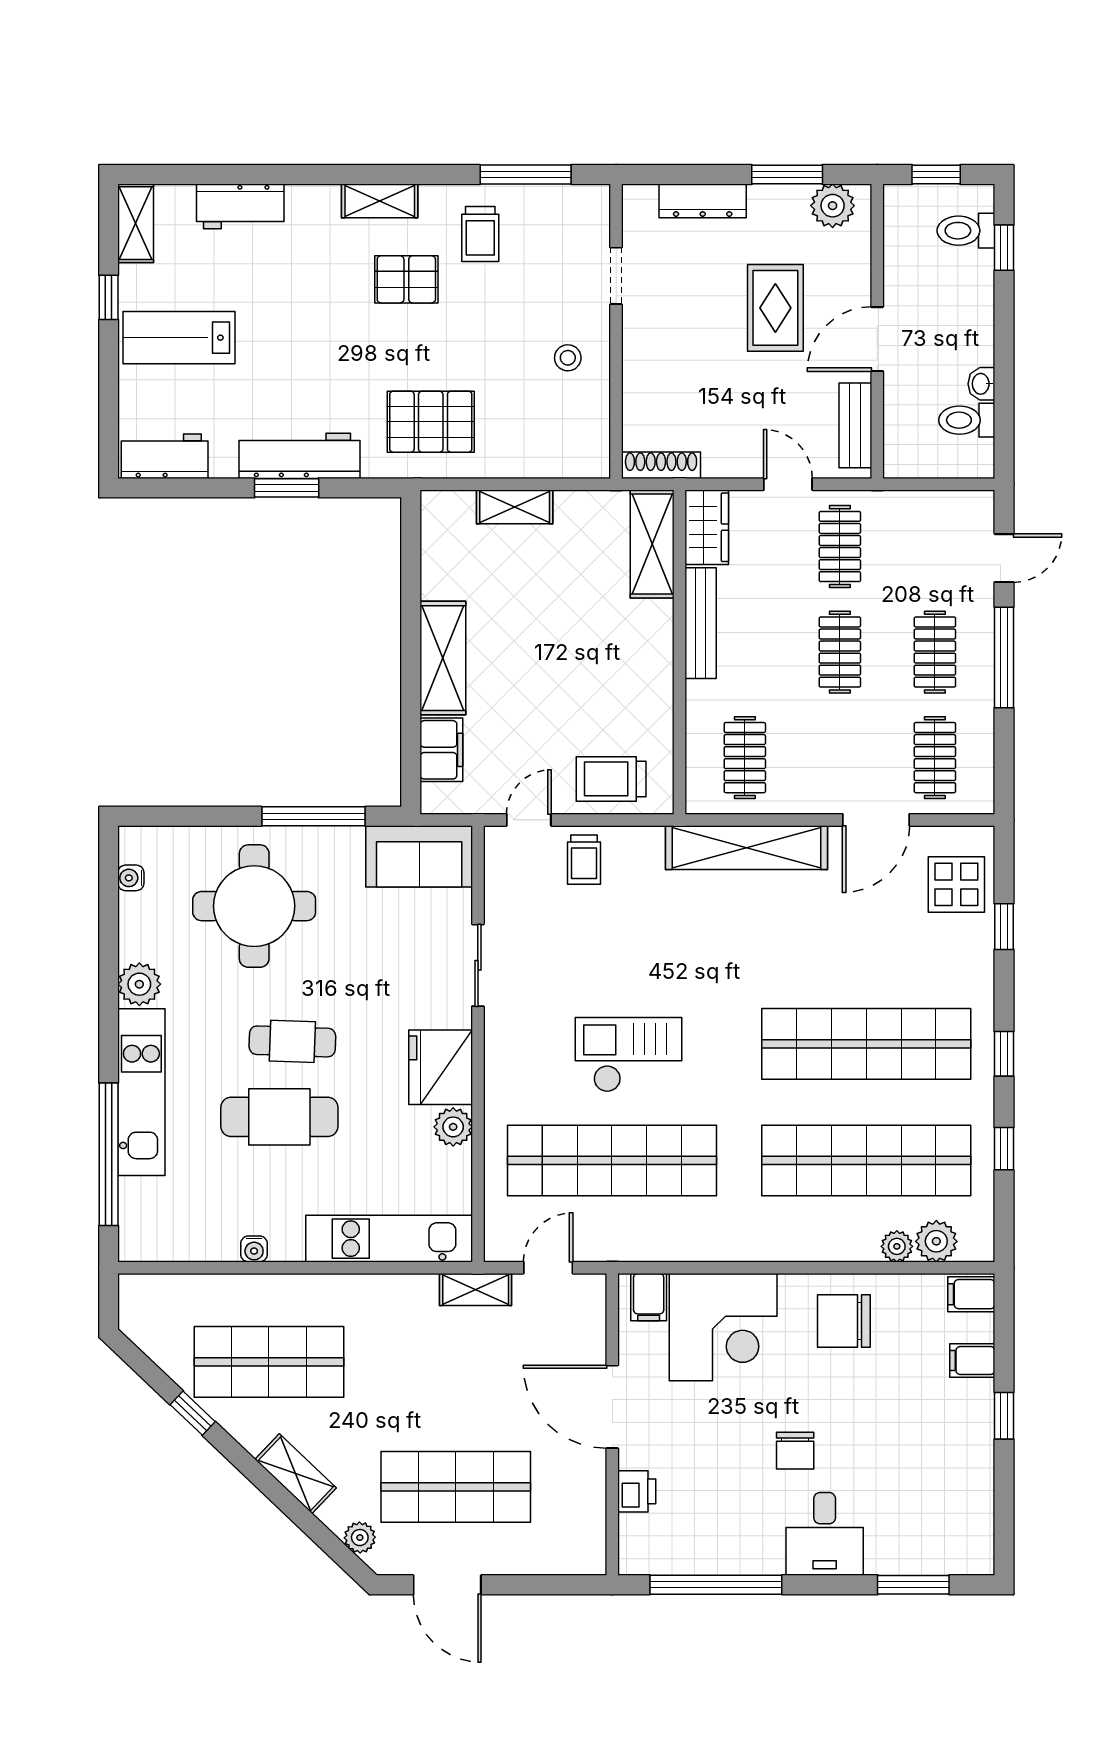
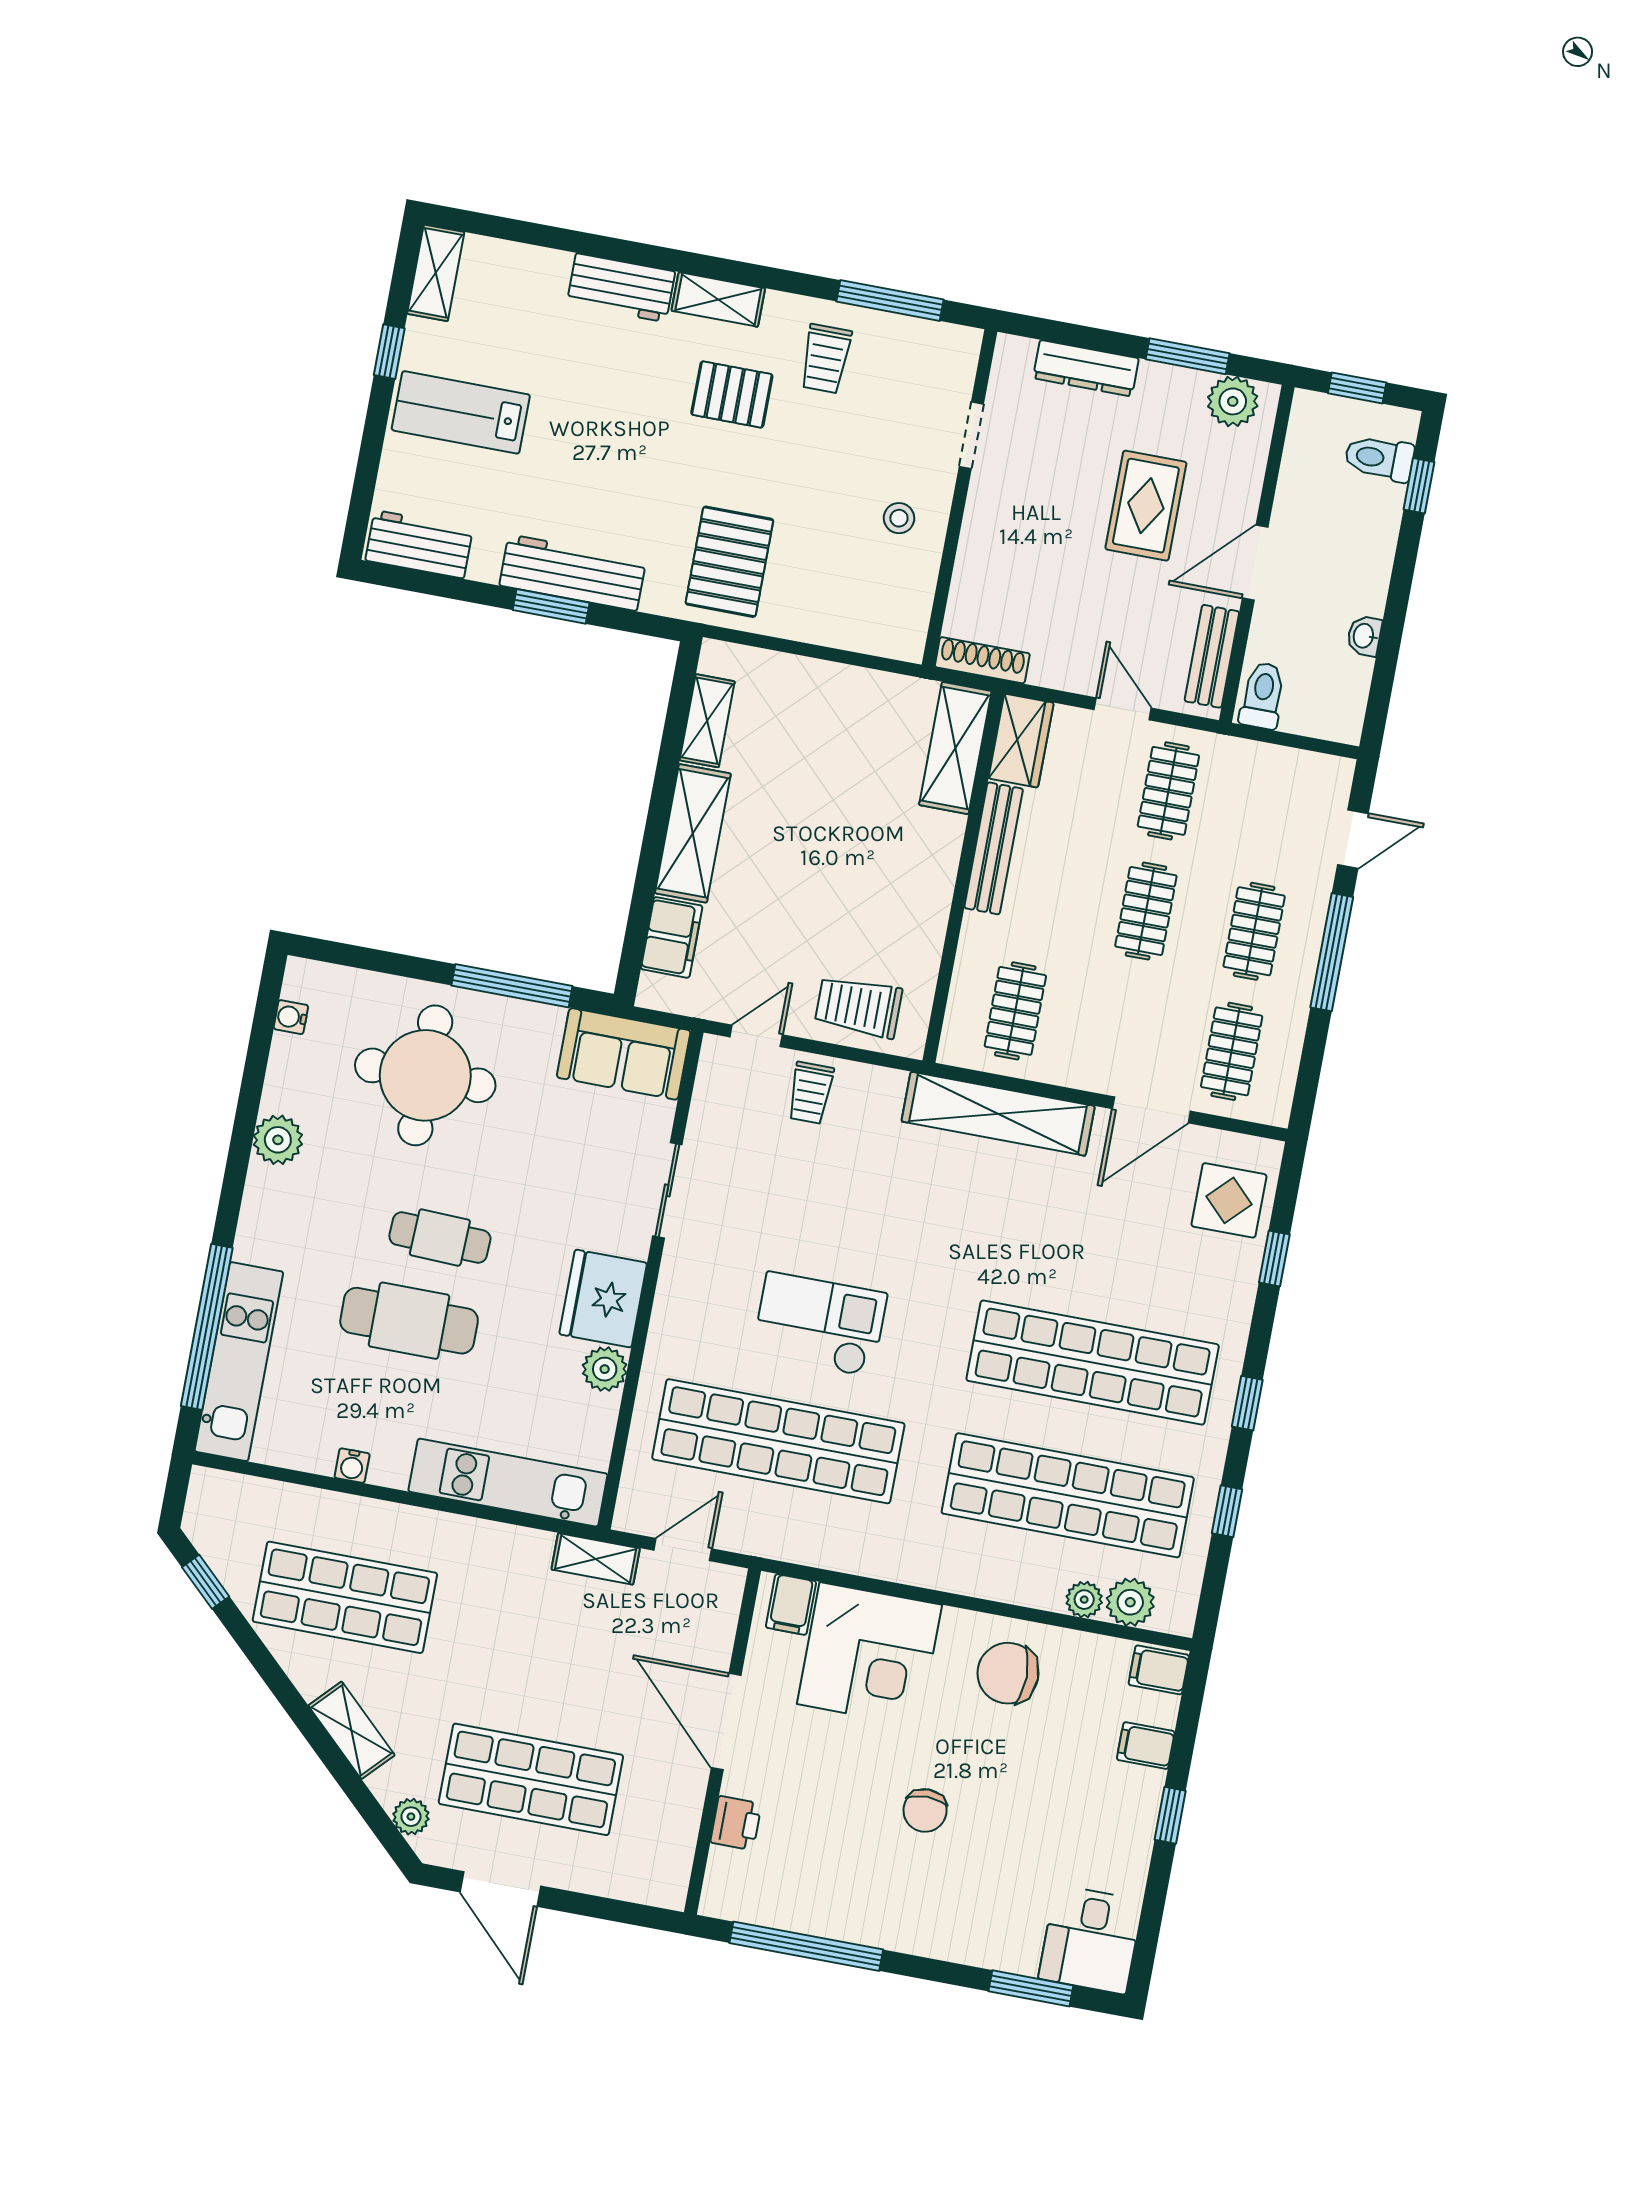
workbench: (240, 206) -> (621, 288), moved
toilet: (967, 420) -> (1263, 696), moved, turned 90
pallet: (431, 422) -> (729, 562), turned 90
shelving: (515, 507) -> (707, 721), moved, turned 90
kitchen unit: (141, 1092) -> (239, 1362), moved
window: (193, 1413) -> (206, 1582), moved
desk: (825, 1534) -> (1090, 1940), moved

